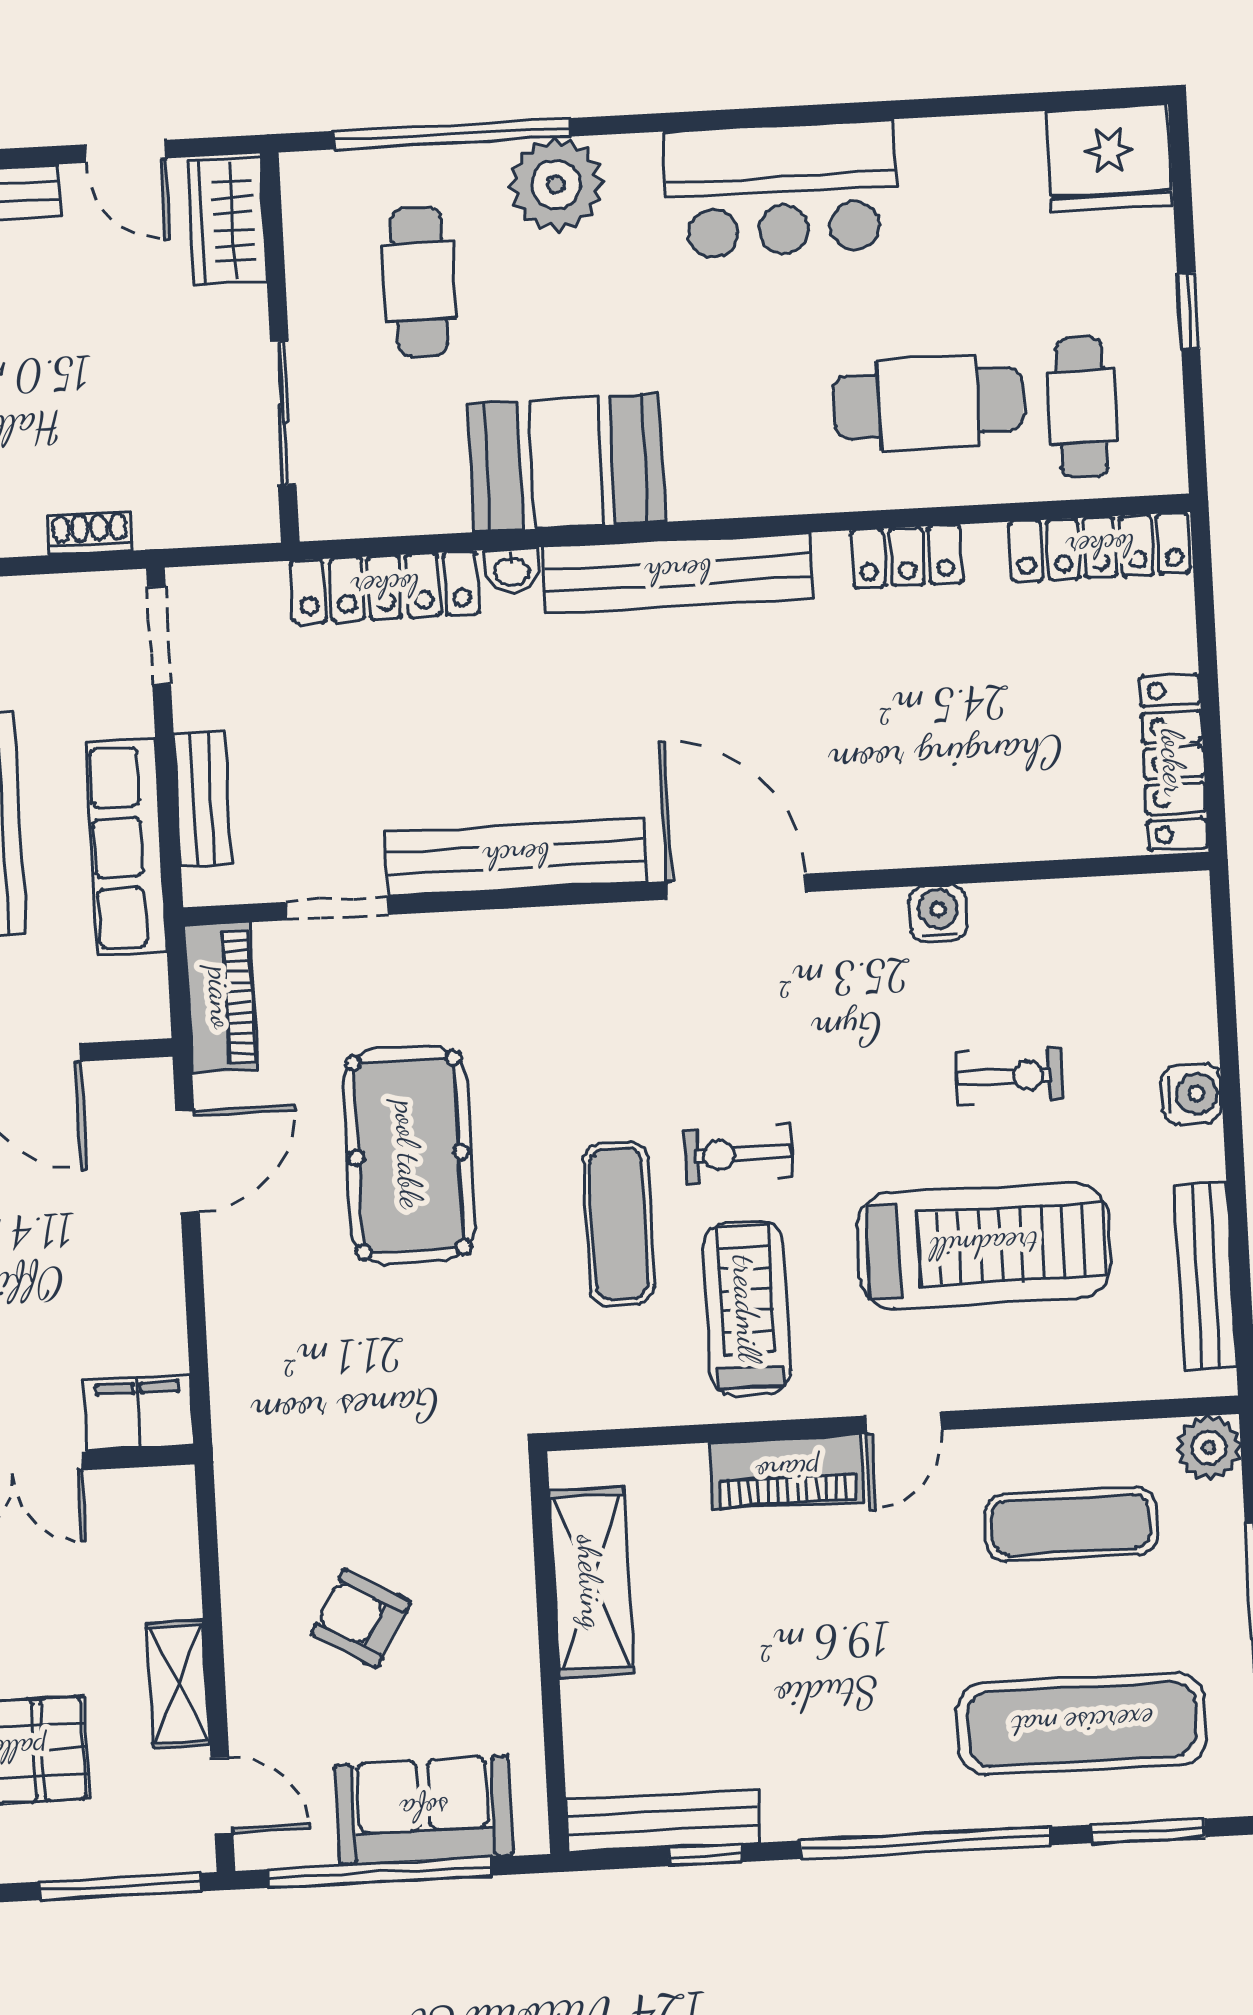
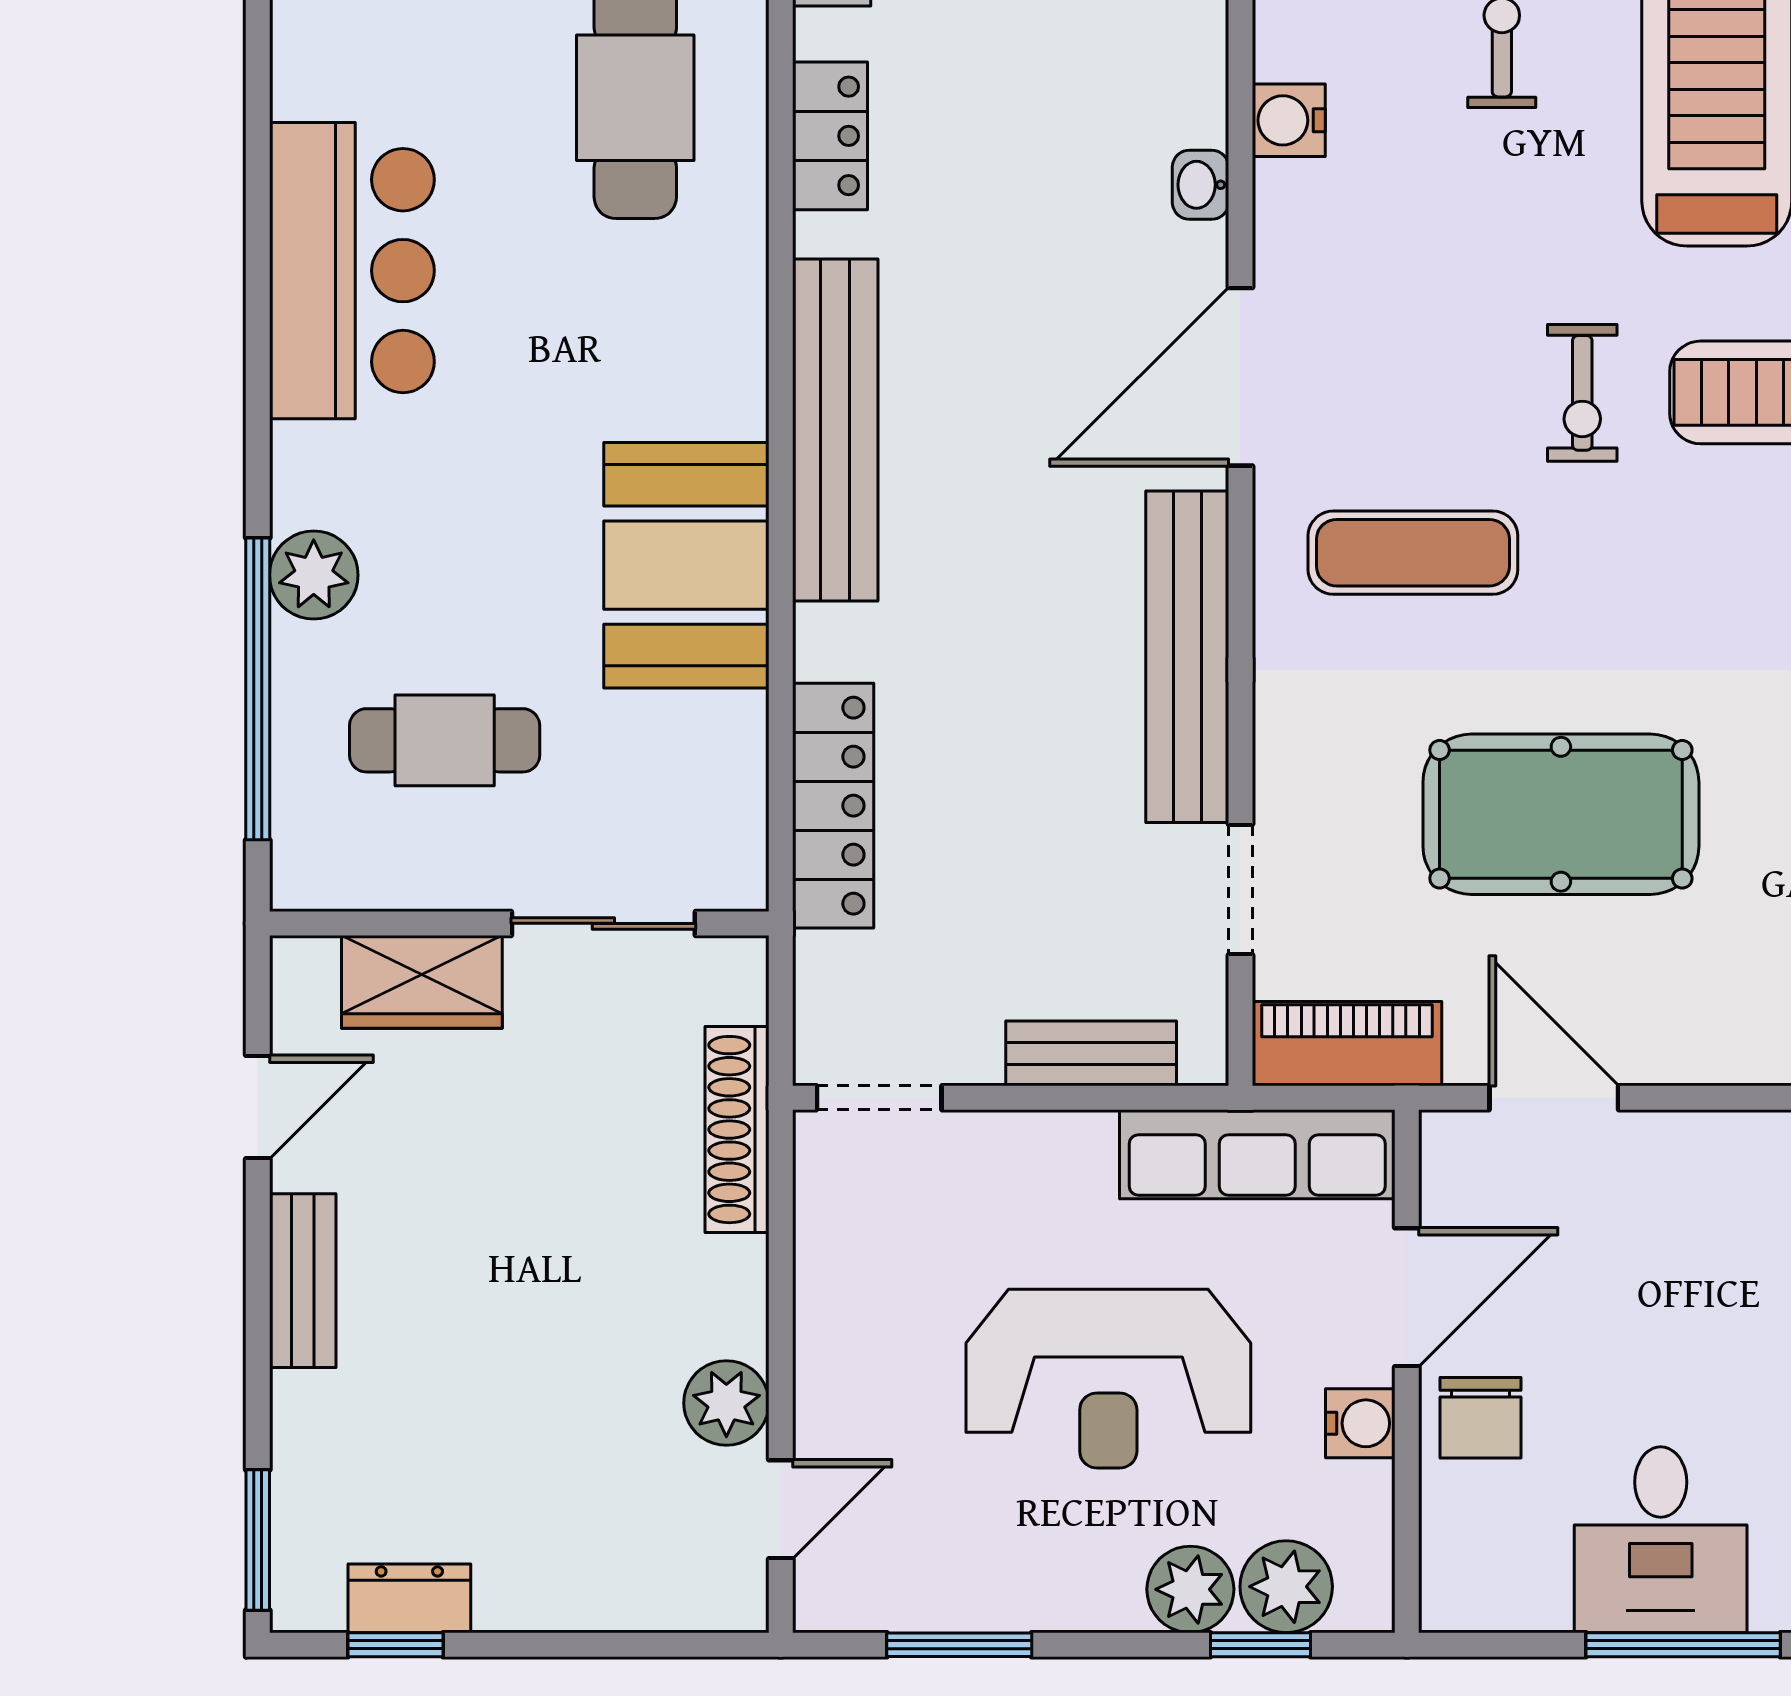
plant: (556, 185) -> (314, 575), width x0.73, depth x0.73
wardrobe: (227, 221) -> (422, 982), moved
shoe rack: (90, 533) -> (737, 1130), width x1.94, depth x1.24
washbasin: (512, 571) -> (1201, 185), moved, turned 180
row of seats: (126, 847) -> (1257, 1154), moved
exercise mat: (619, 1224) -> (1413, 553), moved

